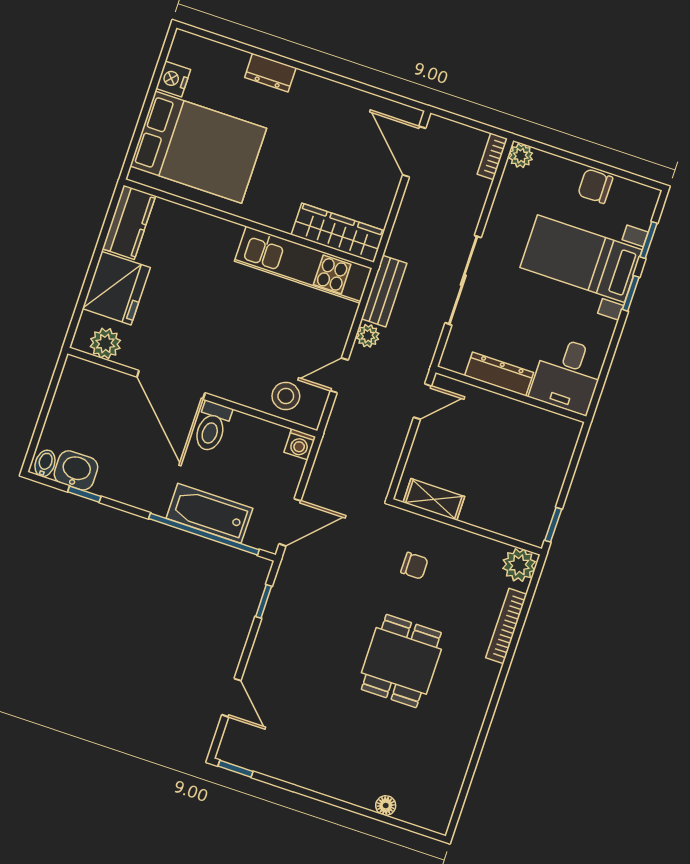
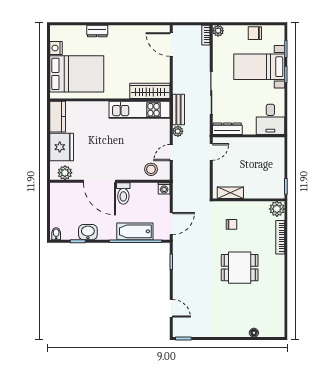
dresser: (499, 374) -> (227, 129), moved
washbasin: (76, 470) -> (88, 232), moved
dining table: (401, 661) -> (240, 268), turned 90

